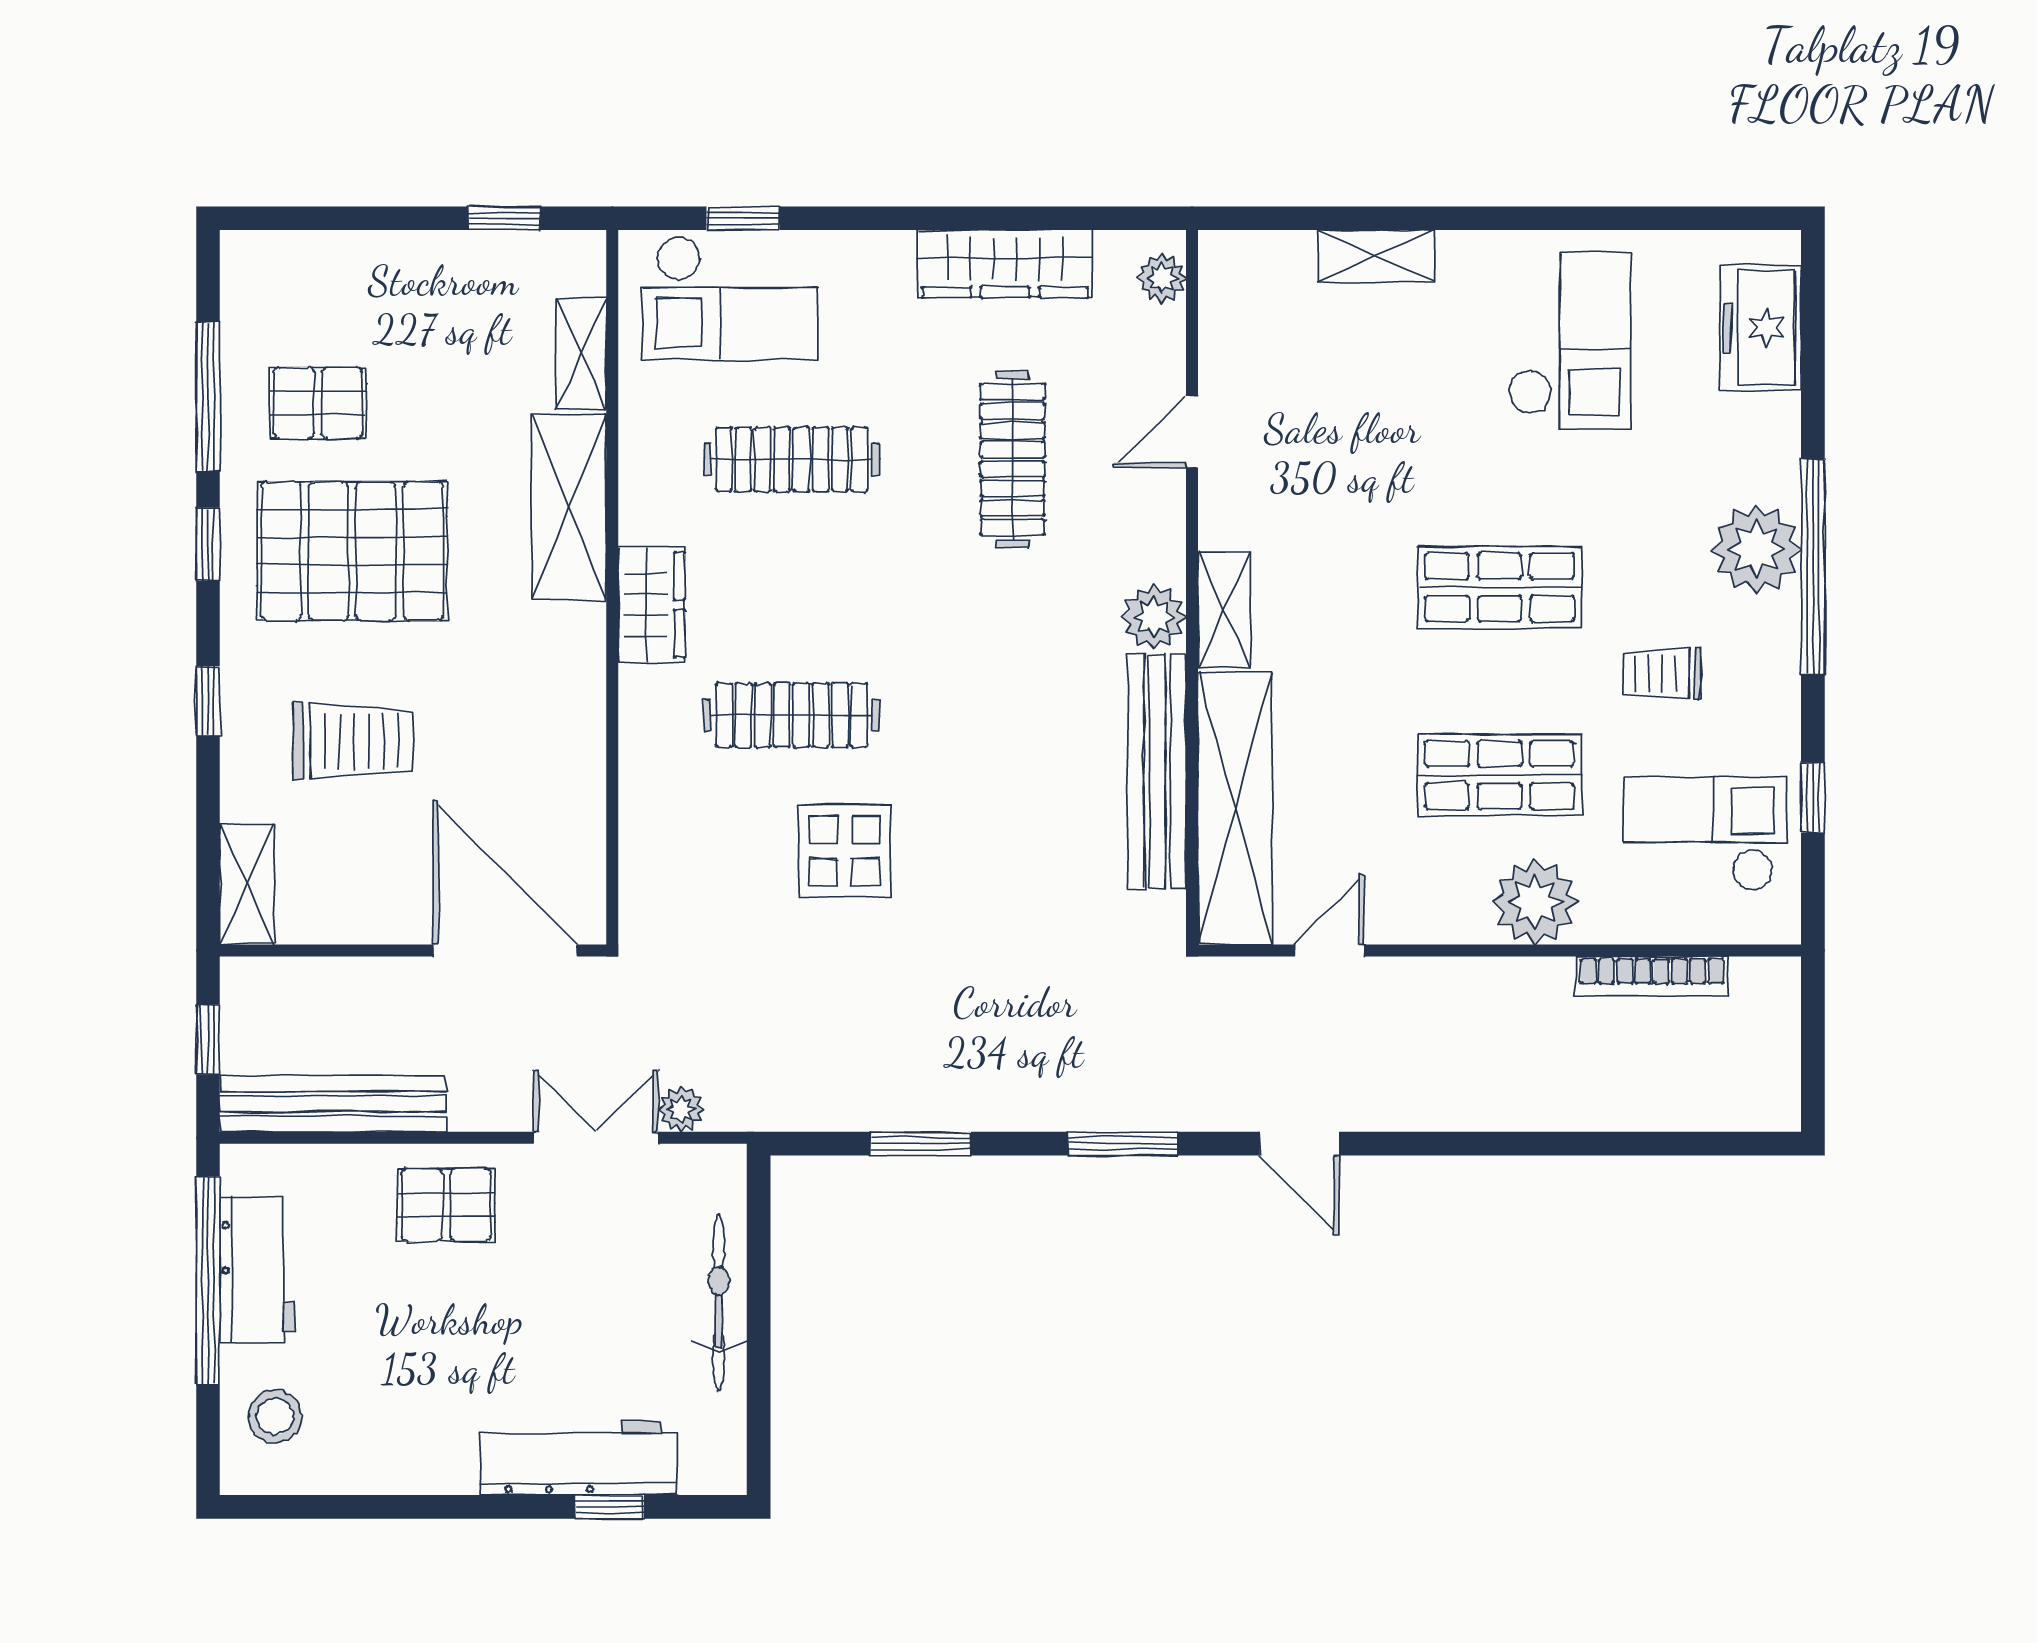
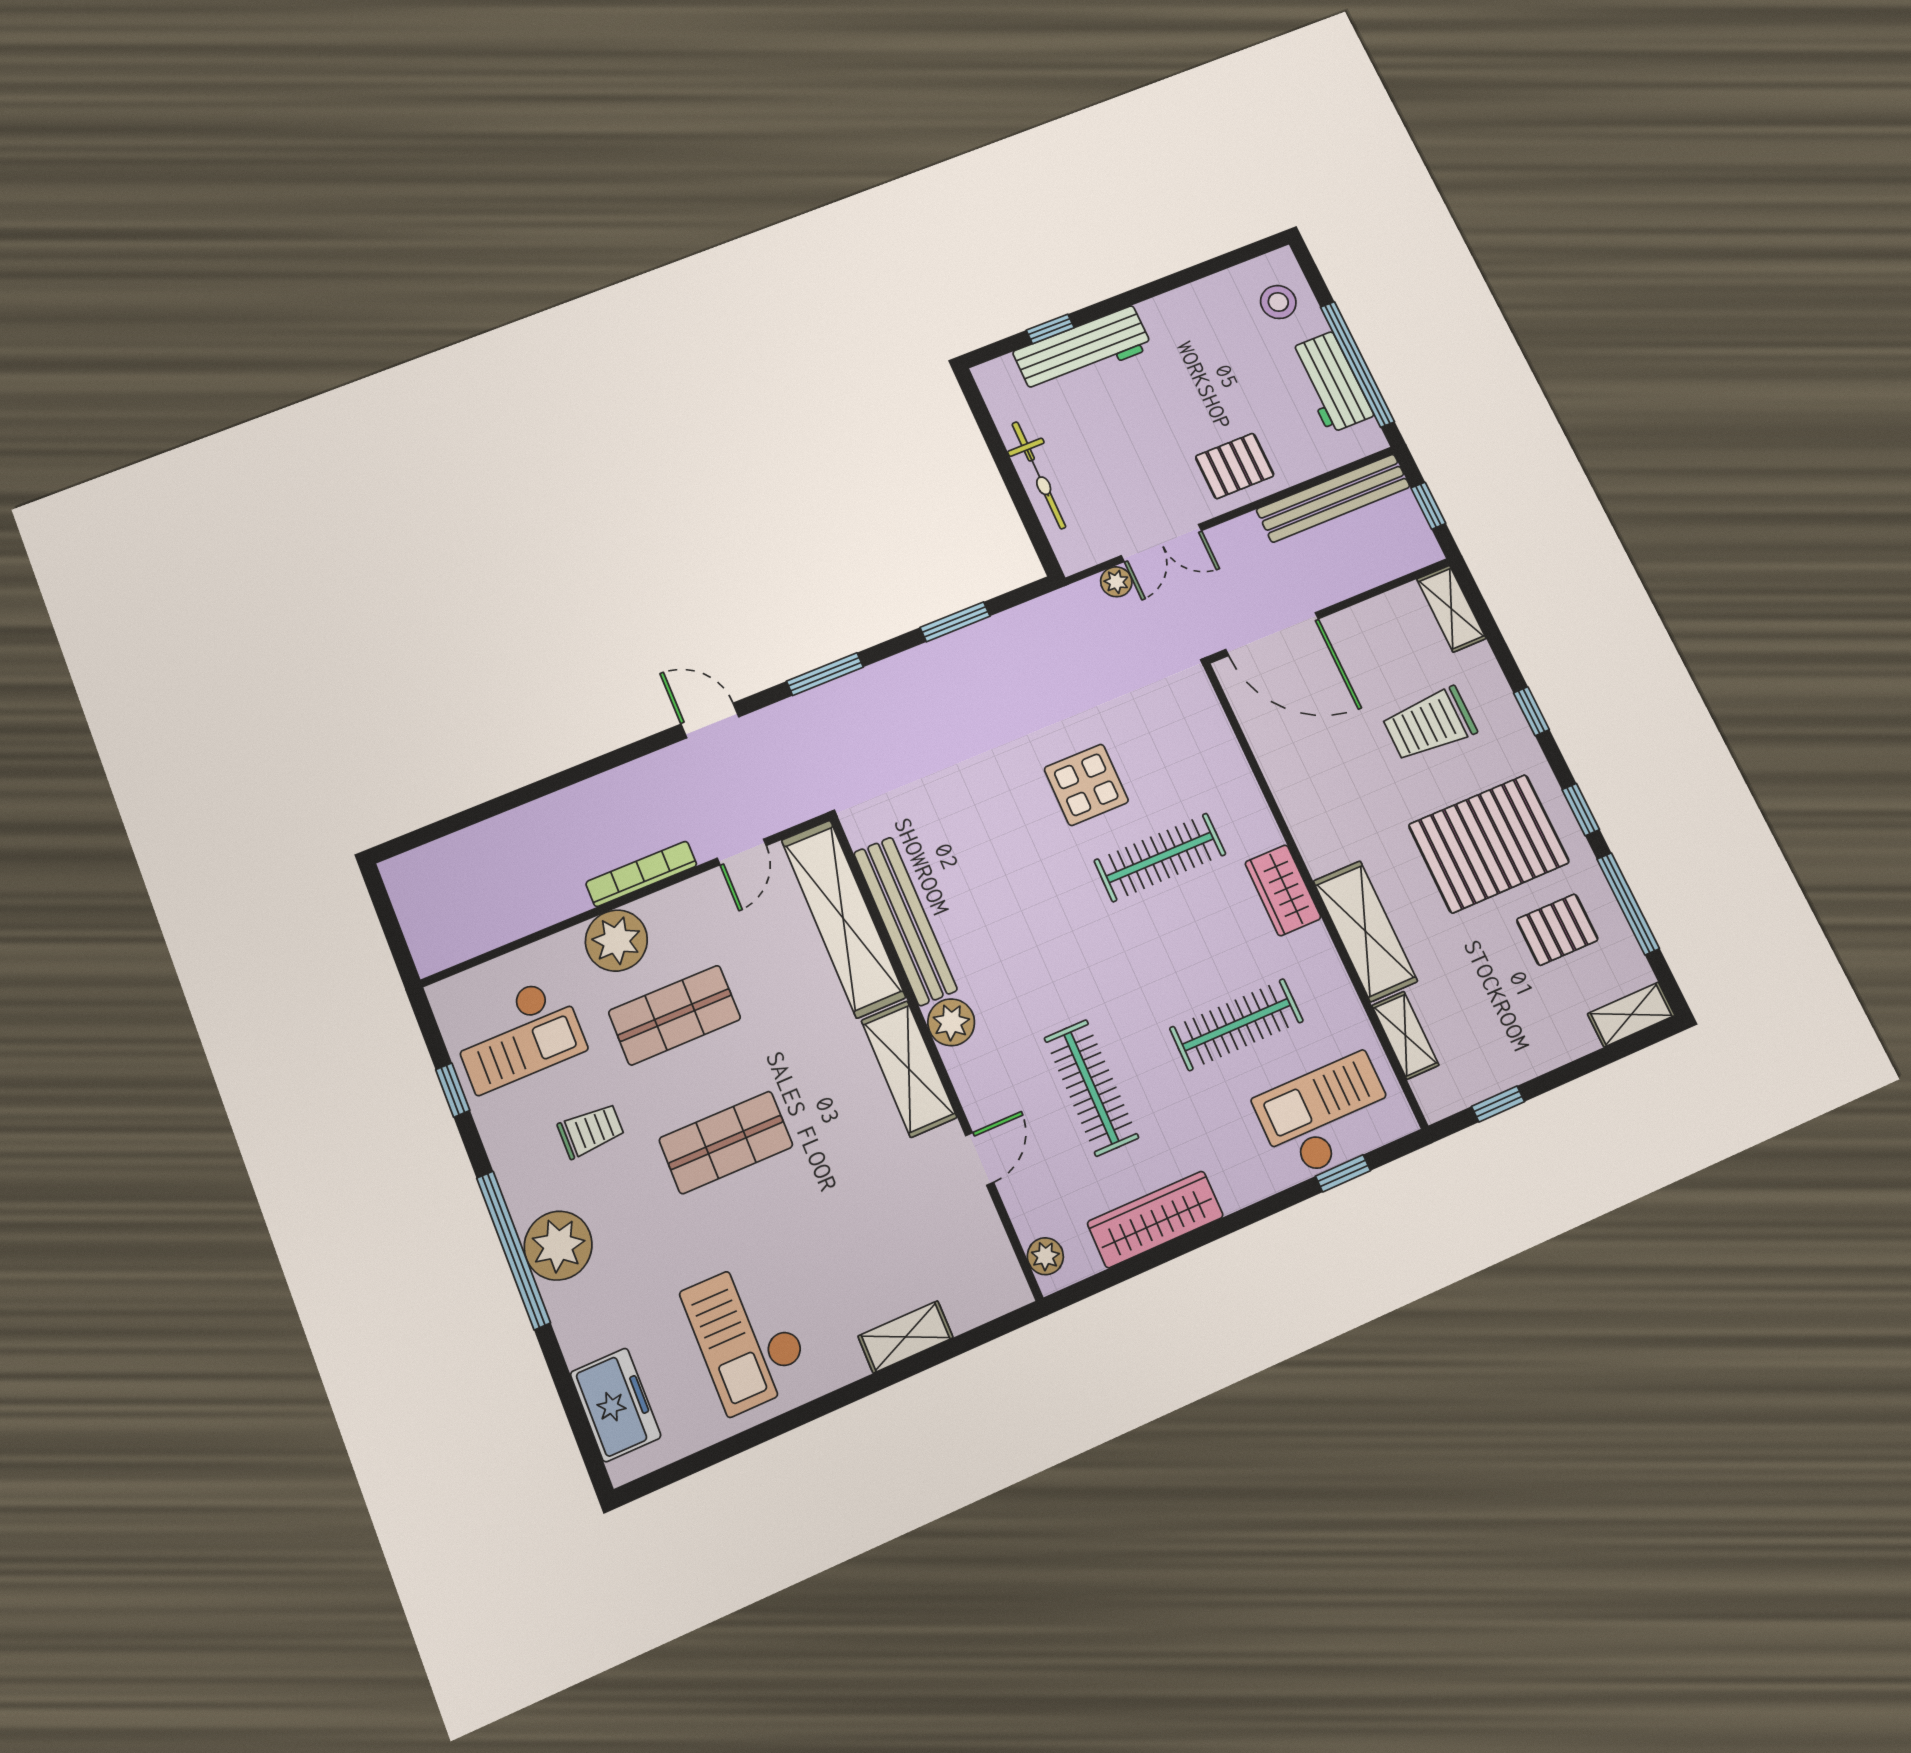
shelving: (276, 255) -> (1631, 1015), added
shelving: (1224, 610) -> (909, 1069), width x1.50, depth x1.33
bookcase: (1652, 976) -> (641, 874), moved

